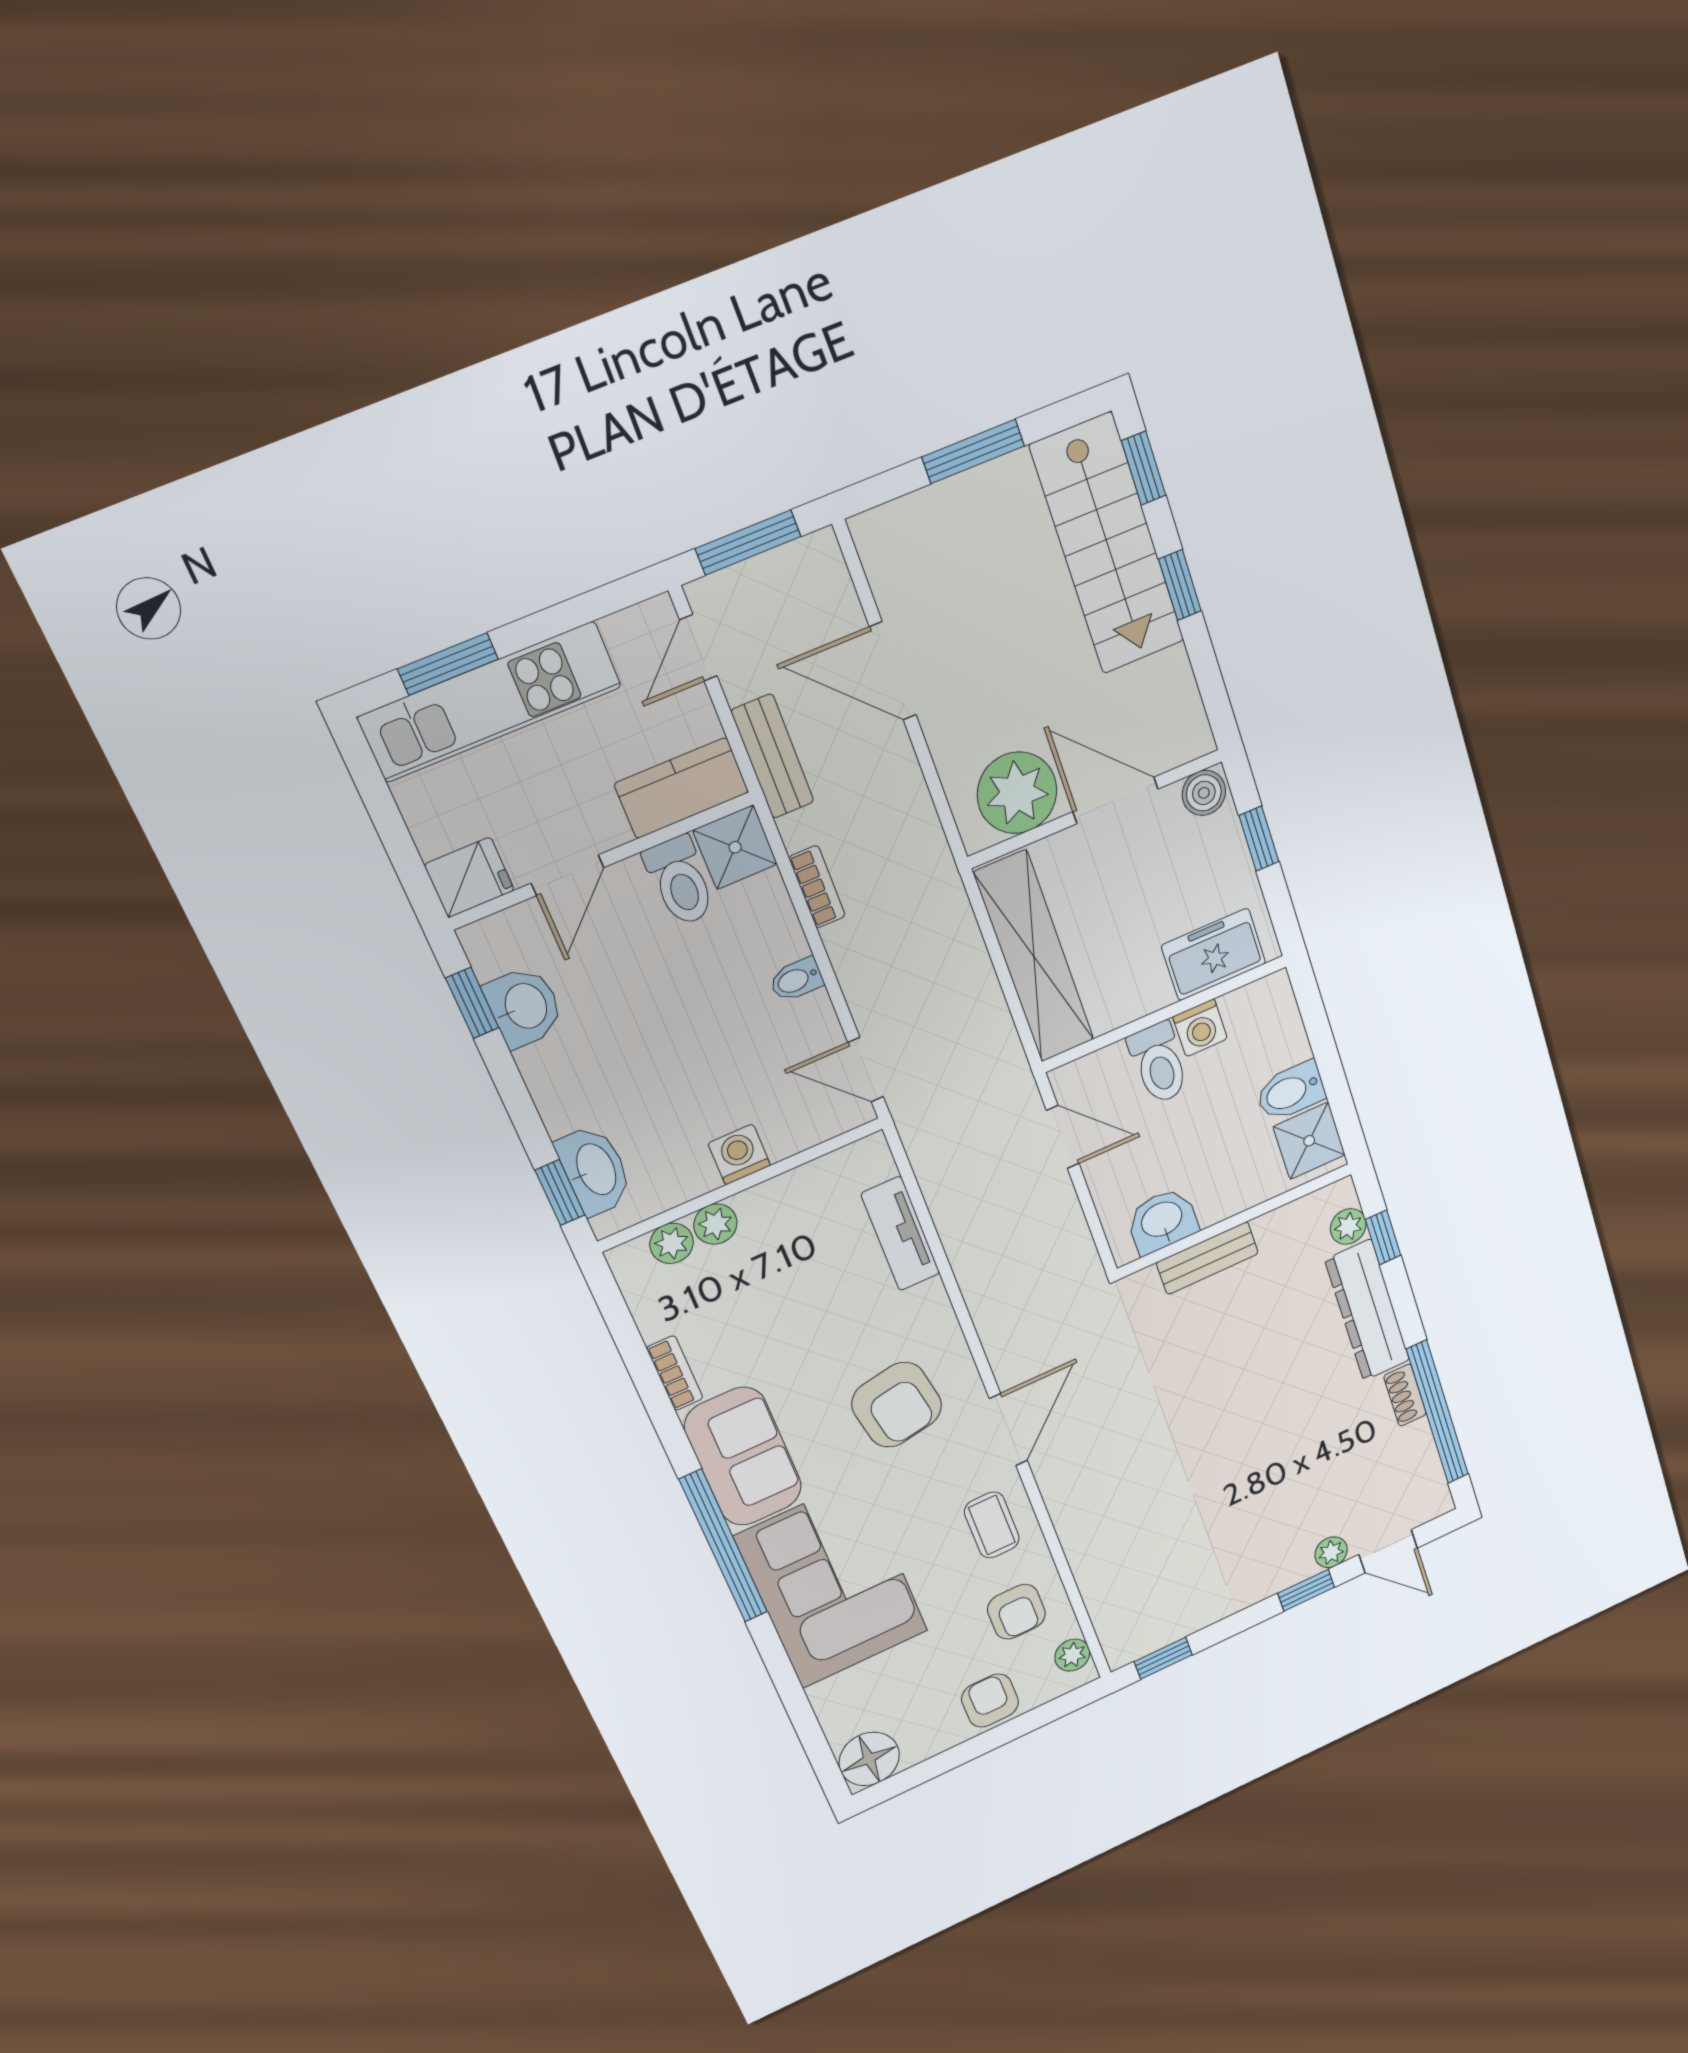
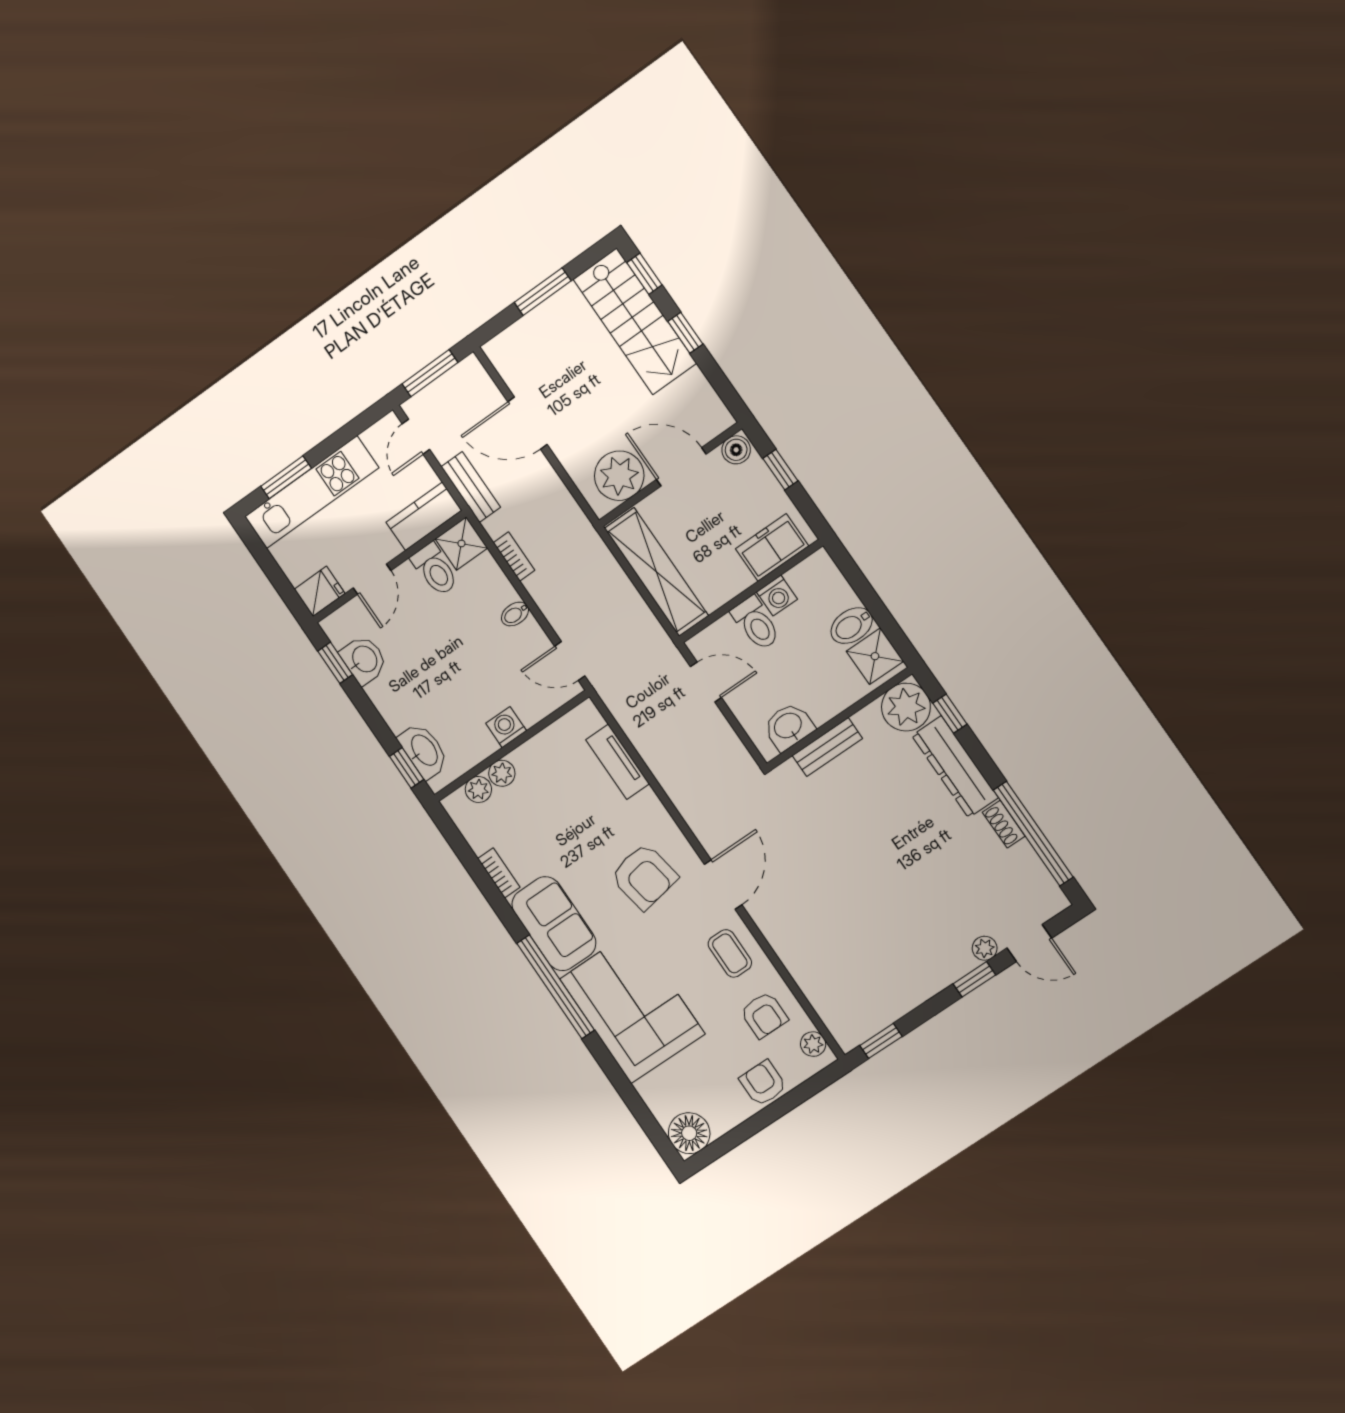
plant: (1348, 1226) -> (906, 707), width x1.88, depth x1.88

